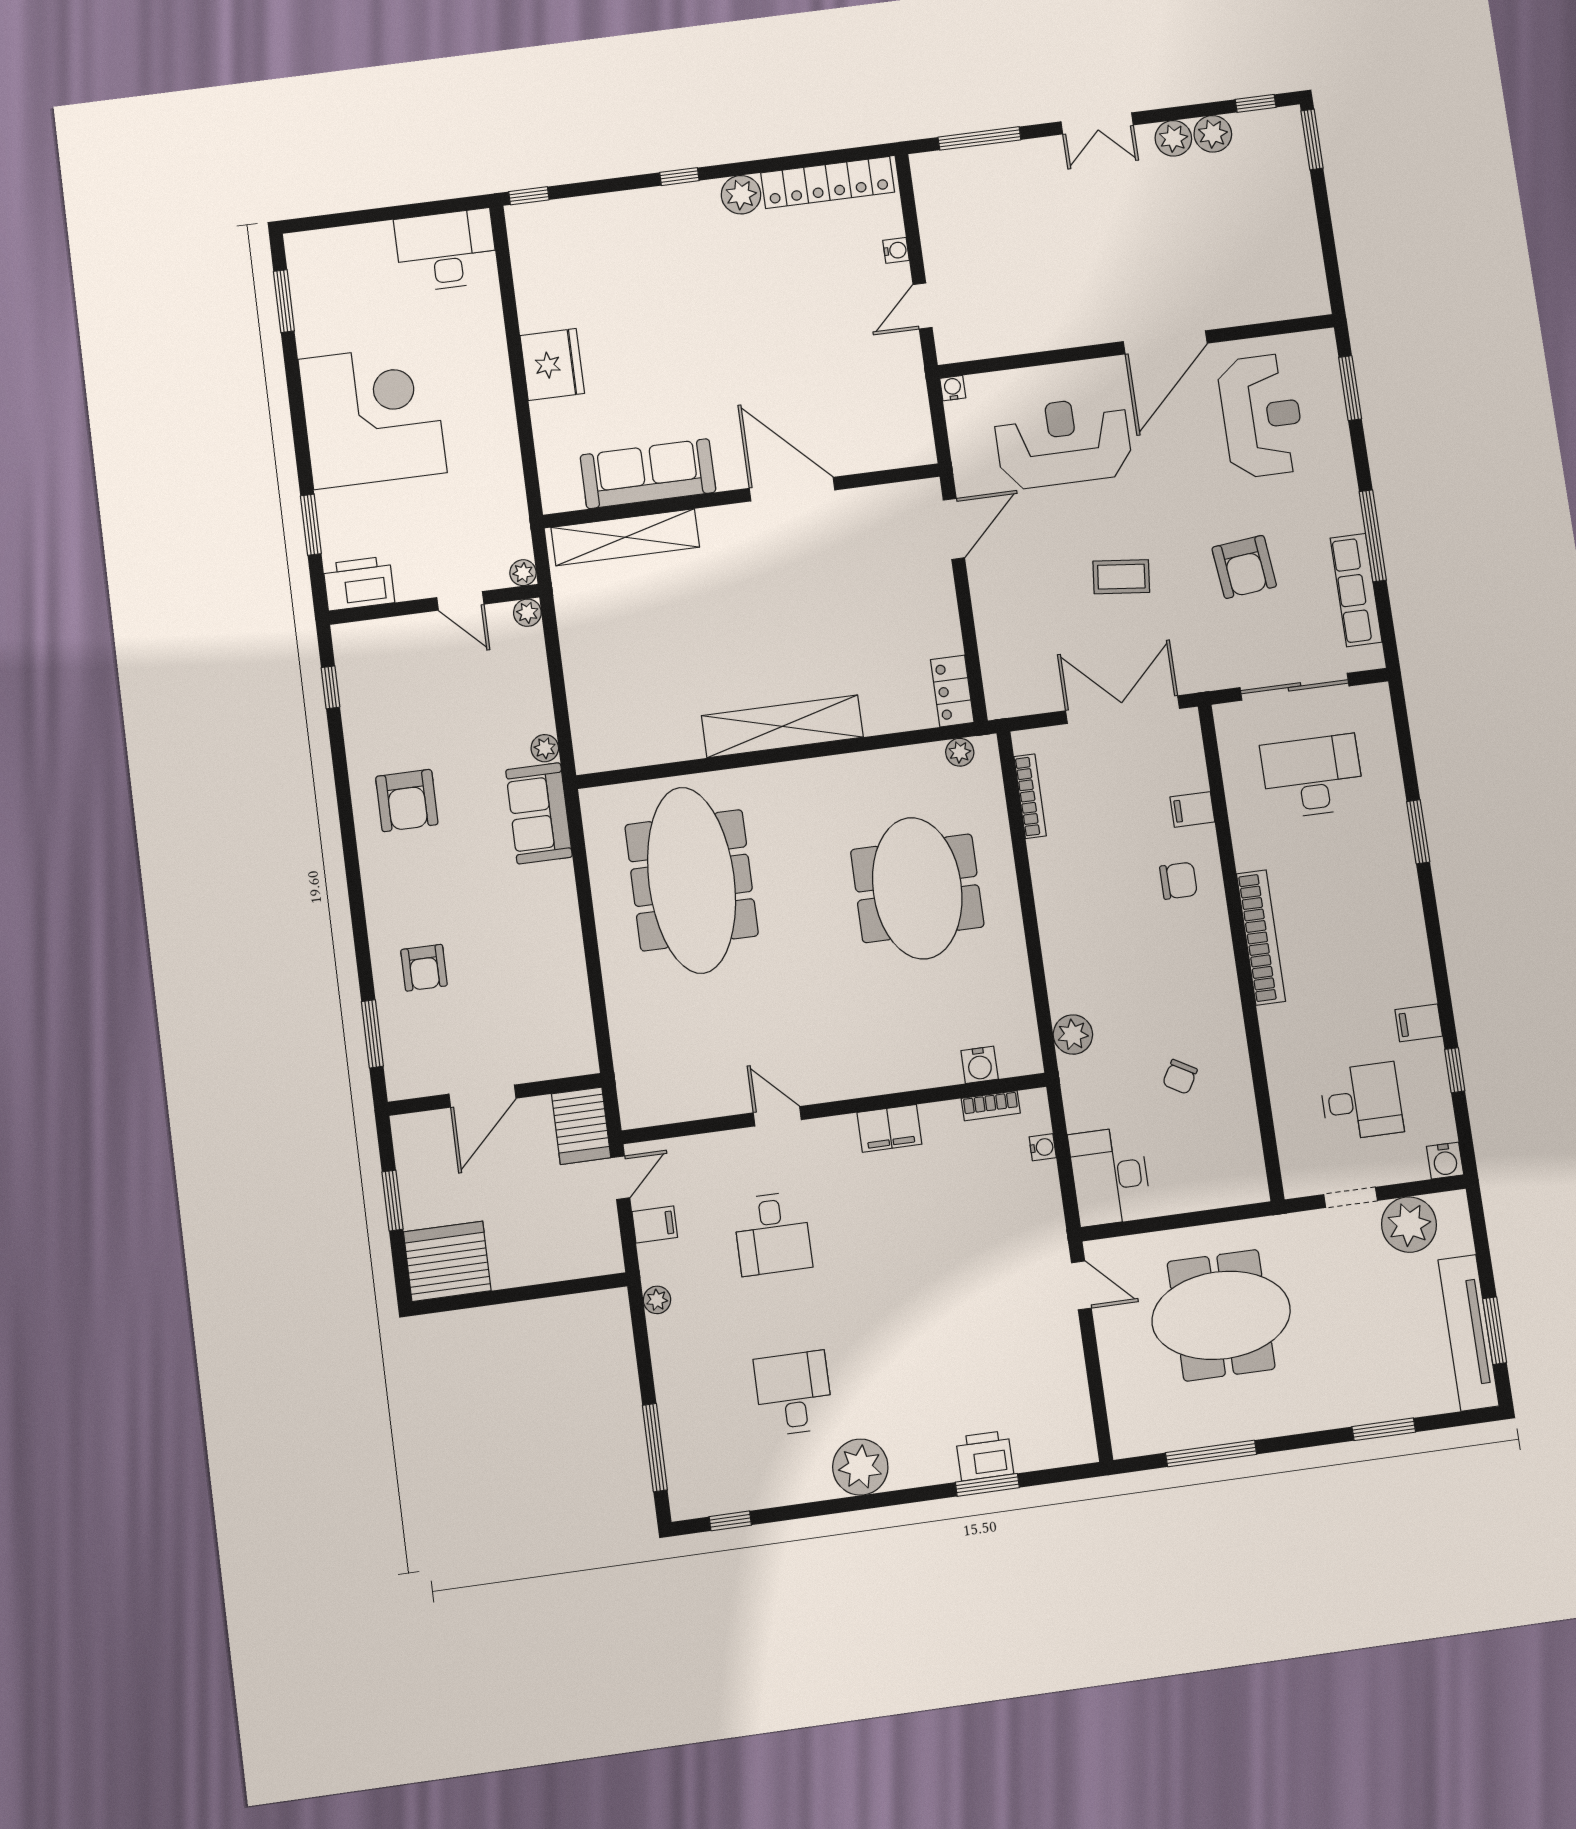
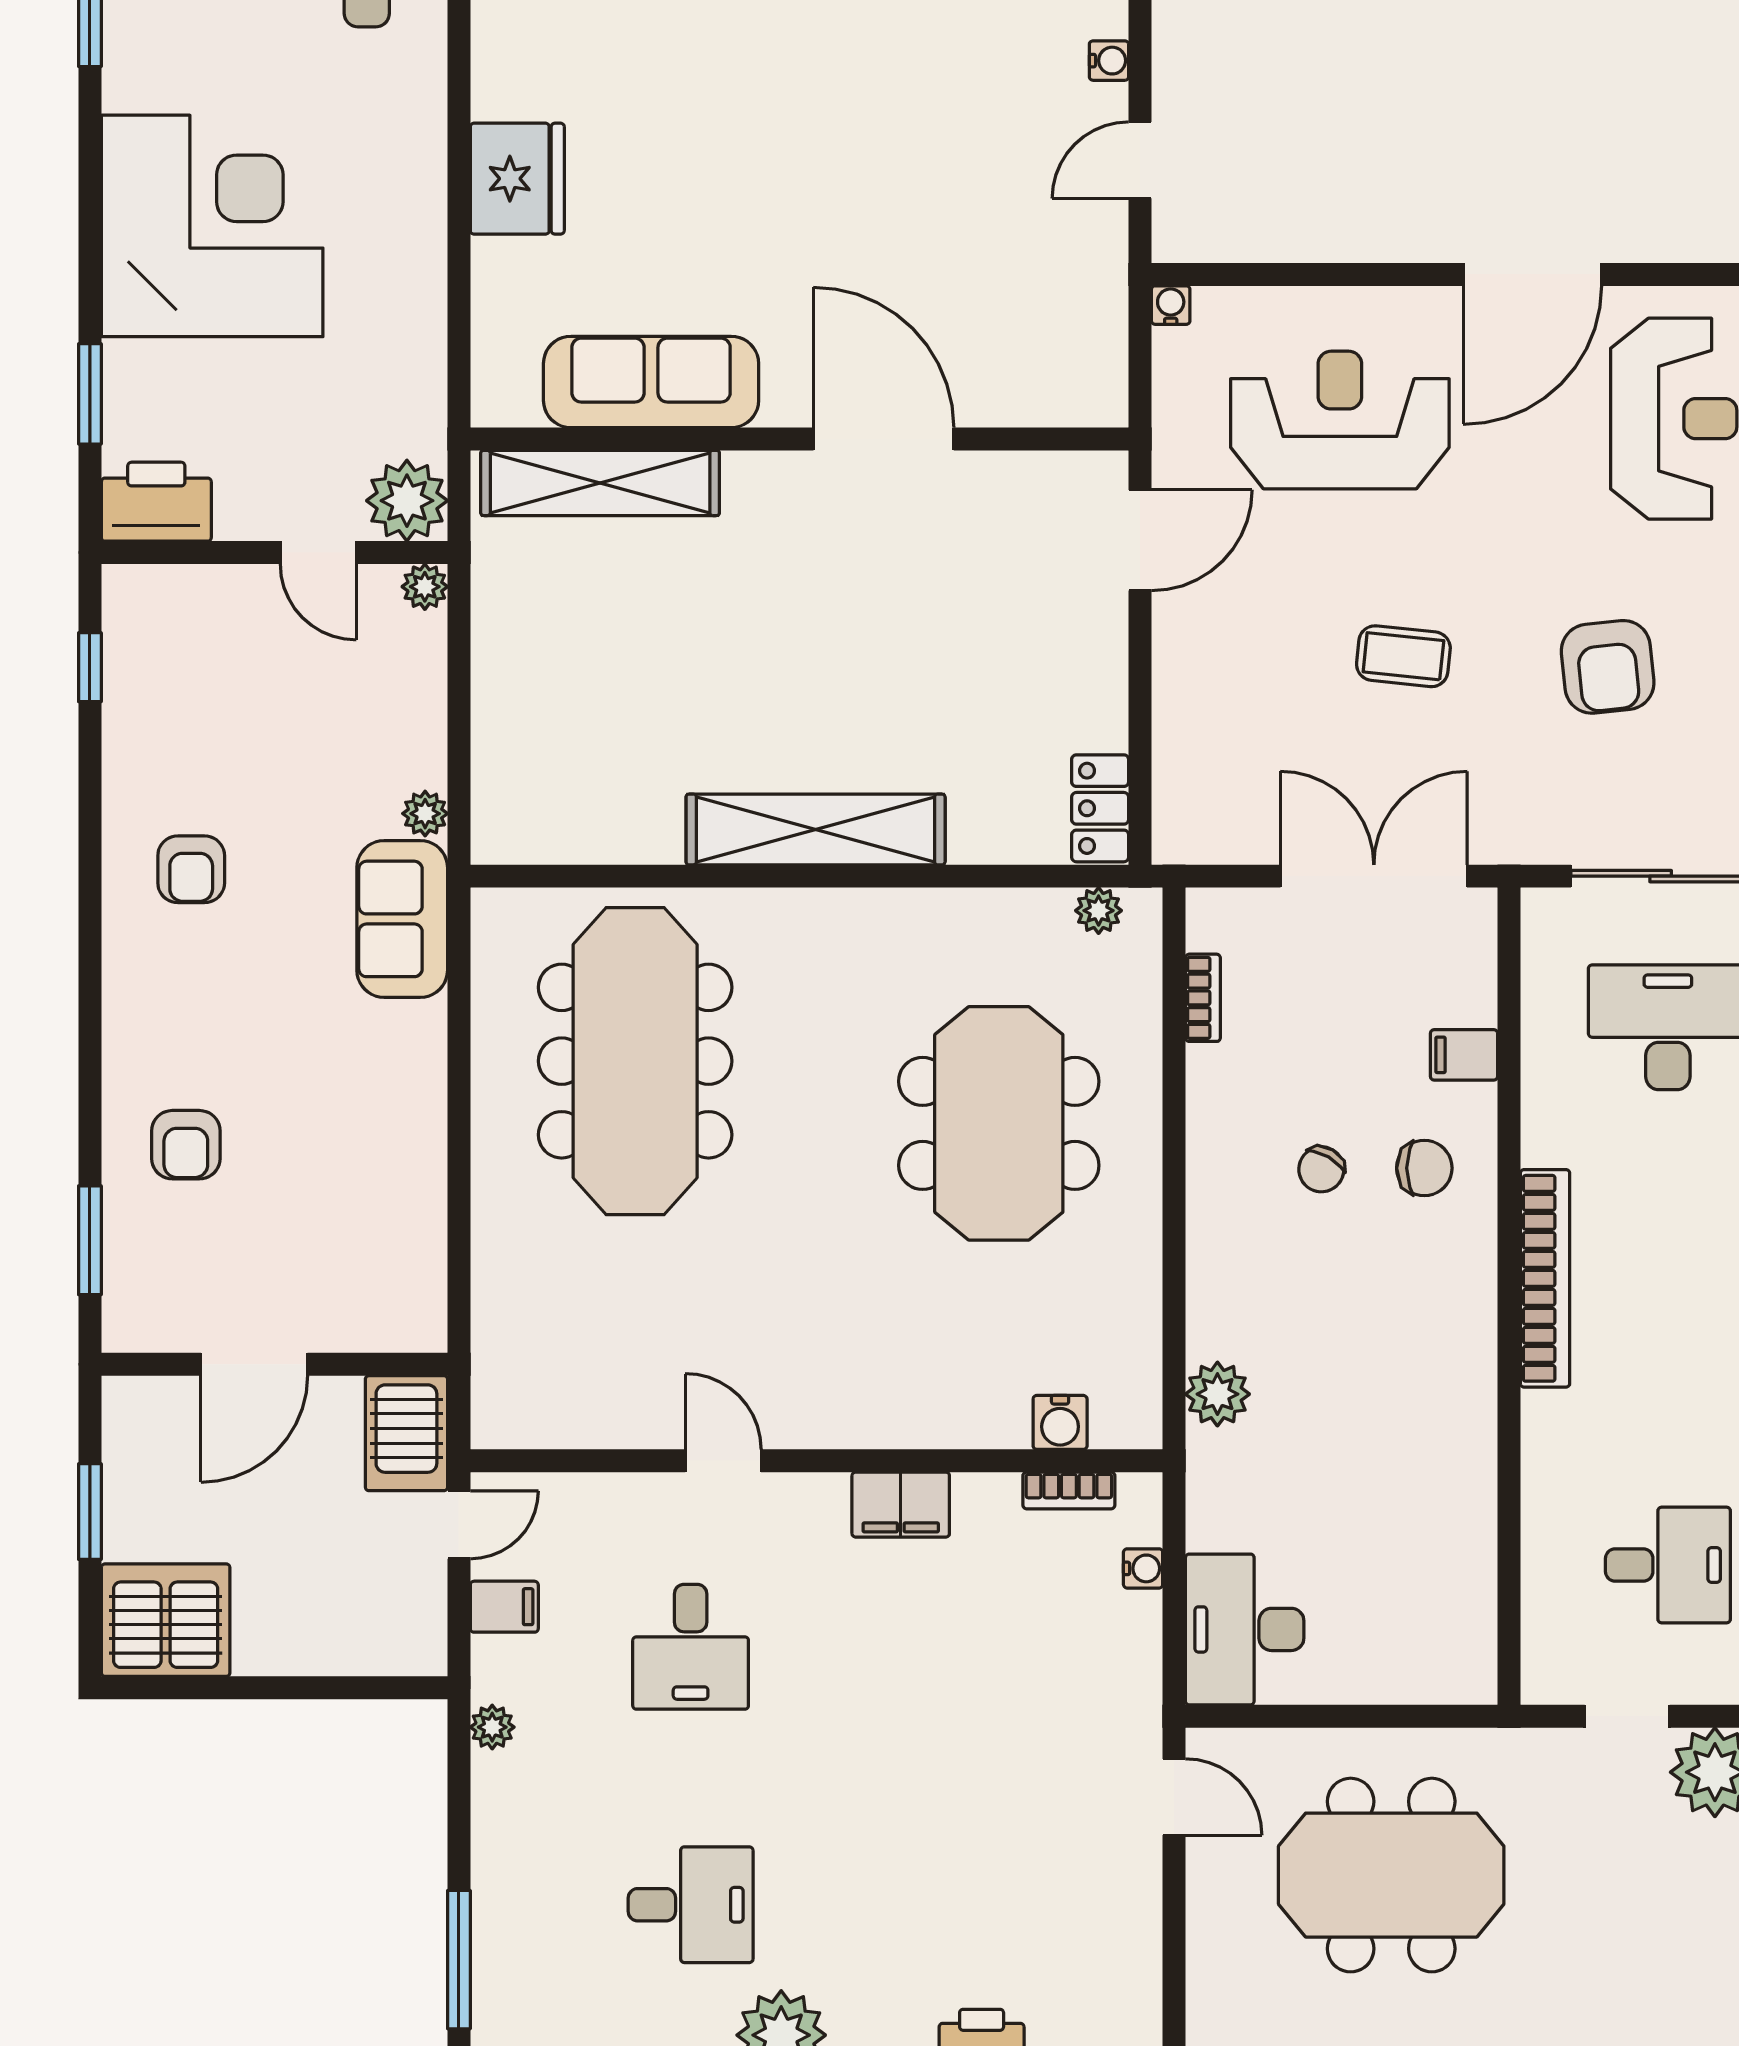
plant: (523, 573) -> (407, 501), width x1.87, depth x1.87
bookcase: (1030, 796) -> (1203, 998), width x0.64
armchair: (407, 801) -> (191, 869), width x0.72, depth x0.72
chair: (1180, 1077) -> (1321, 1169), moved
desk: (794, 1393) -> (691, 1905), turned 90

